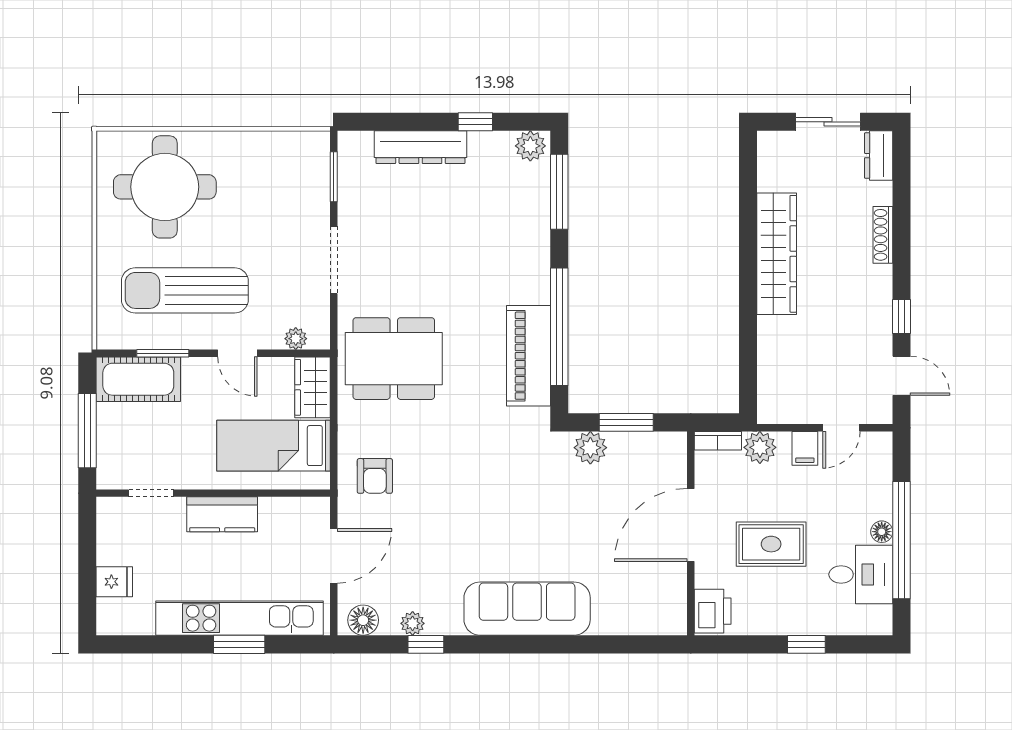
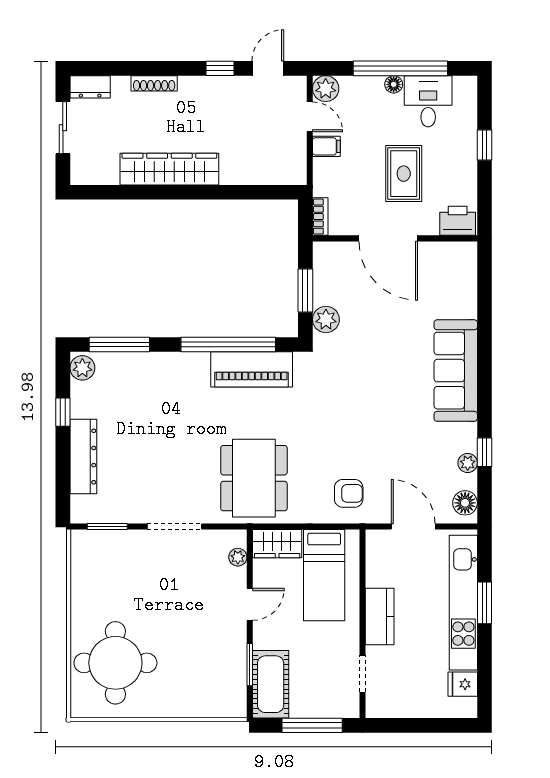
sun lounger: (185, 290) -> (199, 647), removed
plant: (760, 447) -> (326, 89), moved
fridge: (114, 582) -> (463, 684), moved, turned -90

